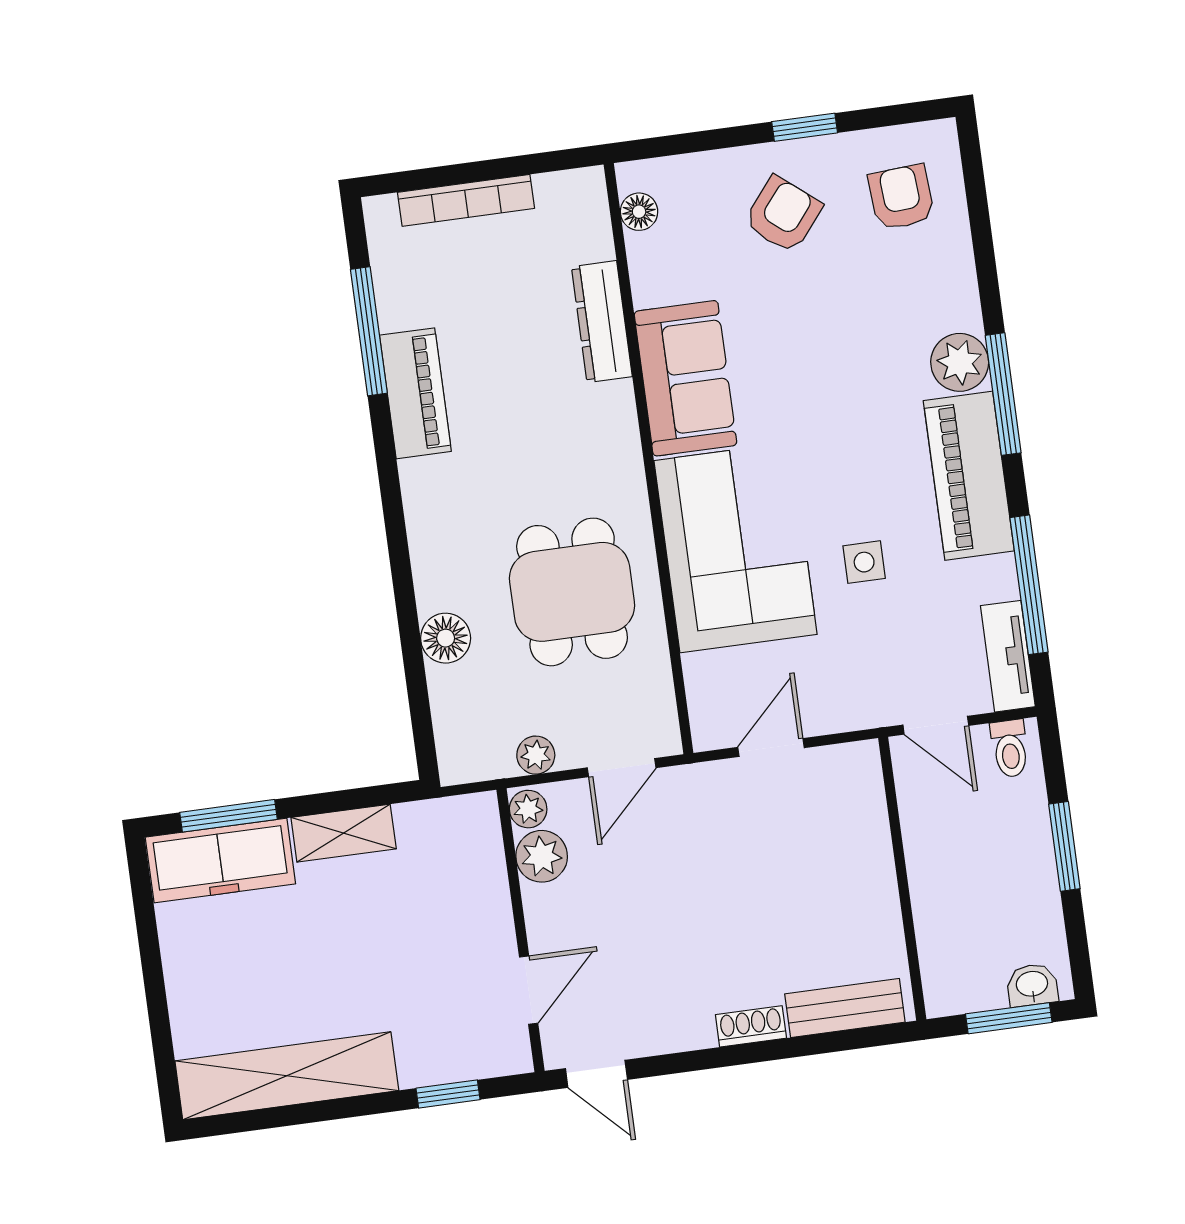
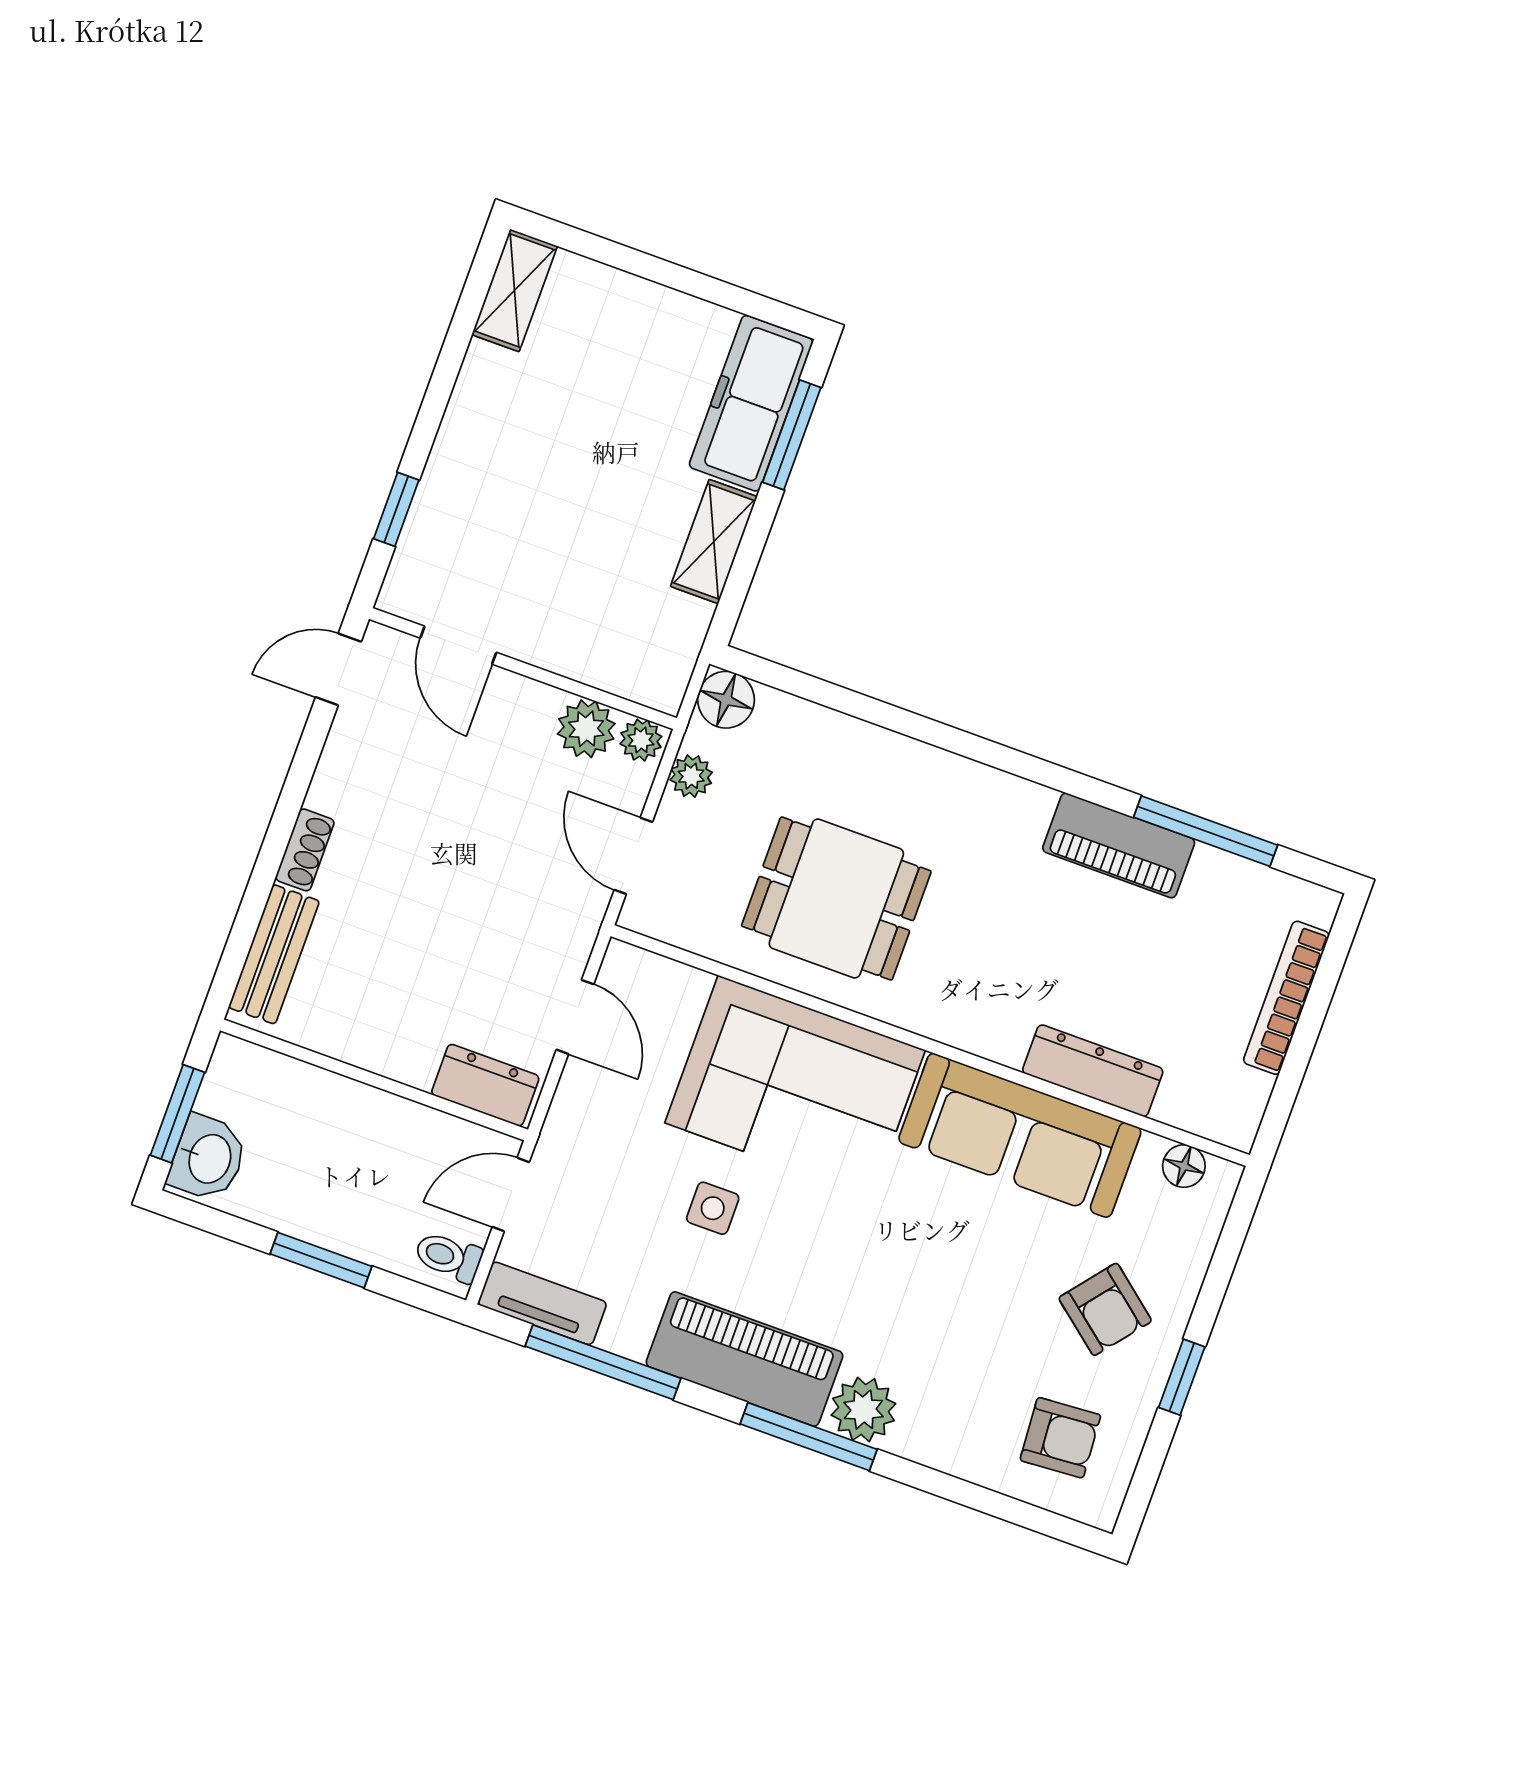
sofa: (685, 378) -> (1020, 1135), width x1.36
floor lamp: (446, 638) -> (726, 700), moved
dresser: (861, 790) -> (485, 1085), added
washbasin: (1032, 985) -> (208, 1158), width x1.38, depth x1.45
shelving: (287, 1076) -> (515, 290), width x0.45, depth x0.75

